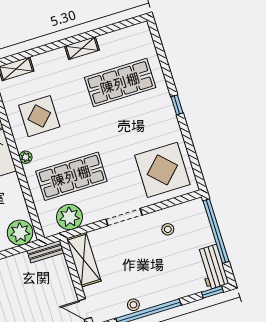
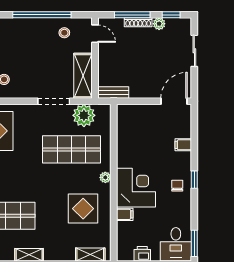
doorway: (124, 217) -> (54, 101), moved
plant: (20, 233) -> (130, 115), removed
stool: (133, 305) -> (64, 33), moved

